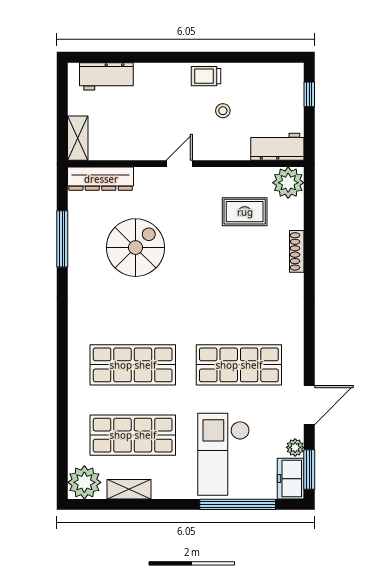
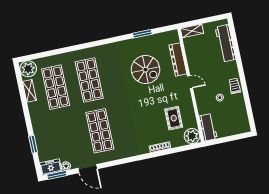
workbench: (106, 76) -> (225, 43), width x1.38
window: (309, 94) -> (236, 137), removed
dresser: (101, 179) -> (178, 59), moved
window: (62, 239) -> (142, 34), width x0.69
checkout: (224, 454) -> (56, 133), removed
window: (238, 504) -> (33, 144), width x0.47

